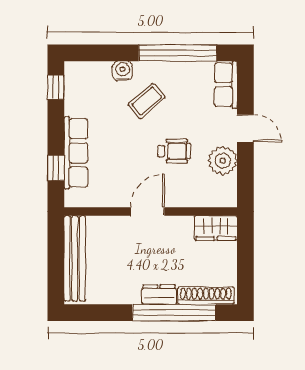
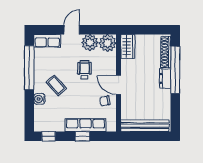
window: (56, 168) -> (83, 136), moved
chair: (119, 187) -> (105, 101), added
plant: (222, 192) -> (108, 43), added

